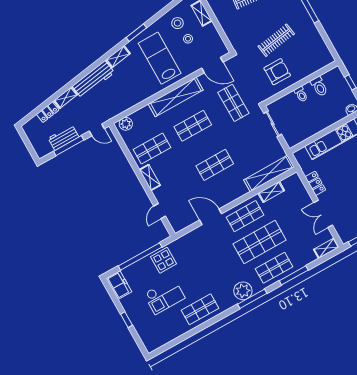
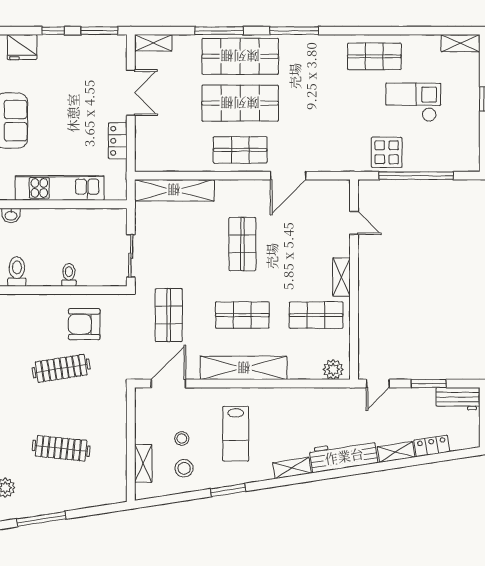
window: (136, 33) -> (228, 490), moved
lab bench: (160, 58) -> (236, 434), width x0.73, depth x0.72
door: (212, 65) -> (168, 384), hinge flipped
toilet: (319, 86) -> (17, 271), moved
door: (97, 130) -> (378, 384), swing flipped
workbench: (64, 138) -> (458, 399), moved
window: (69, 146) -> (429, 384), width x0.69
shop shelf: (215, 165) -> (242, 244), turned 90
shelving: (271, 192) -> (461, 43), moved
door: (160, 211) -> (354, 223), hinge flipped
door: (211, 217) -> (288, 176), hinge flipped
shop shelf: (274, 268) -> (240, 56), width x1.43, depth x1.36
freezer: (119, 285) -> (467, 153), removed
plant: (243, 291) -> (301, 49), removed

